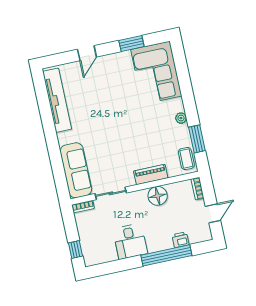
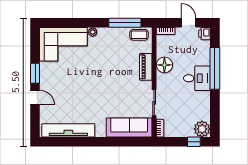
window: (131, 44) -> (35, 73), moved
plant: (181, 118) -> (93, 32), moved
window: (197, 139) -> (125, 23), width x1.44
printer: (180, 240) -> (205, 34), moved
desk: (130, 241) -> (197, 78), moved
plant: (92, 256) -> (202, 129), added

